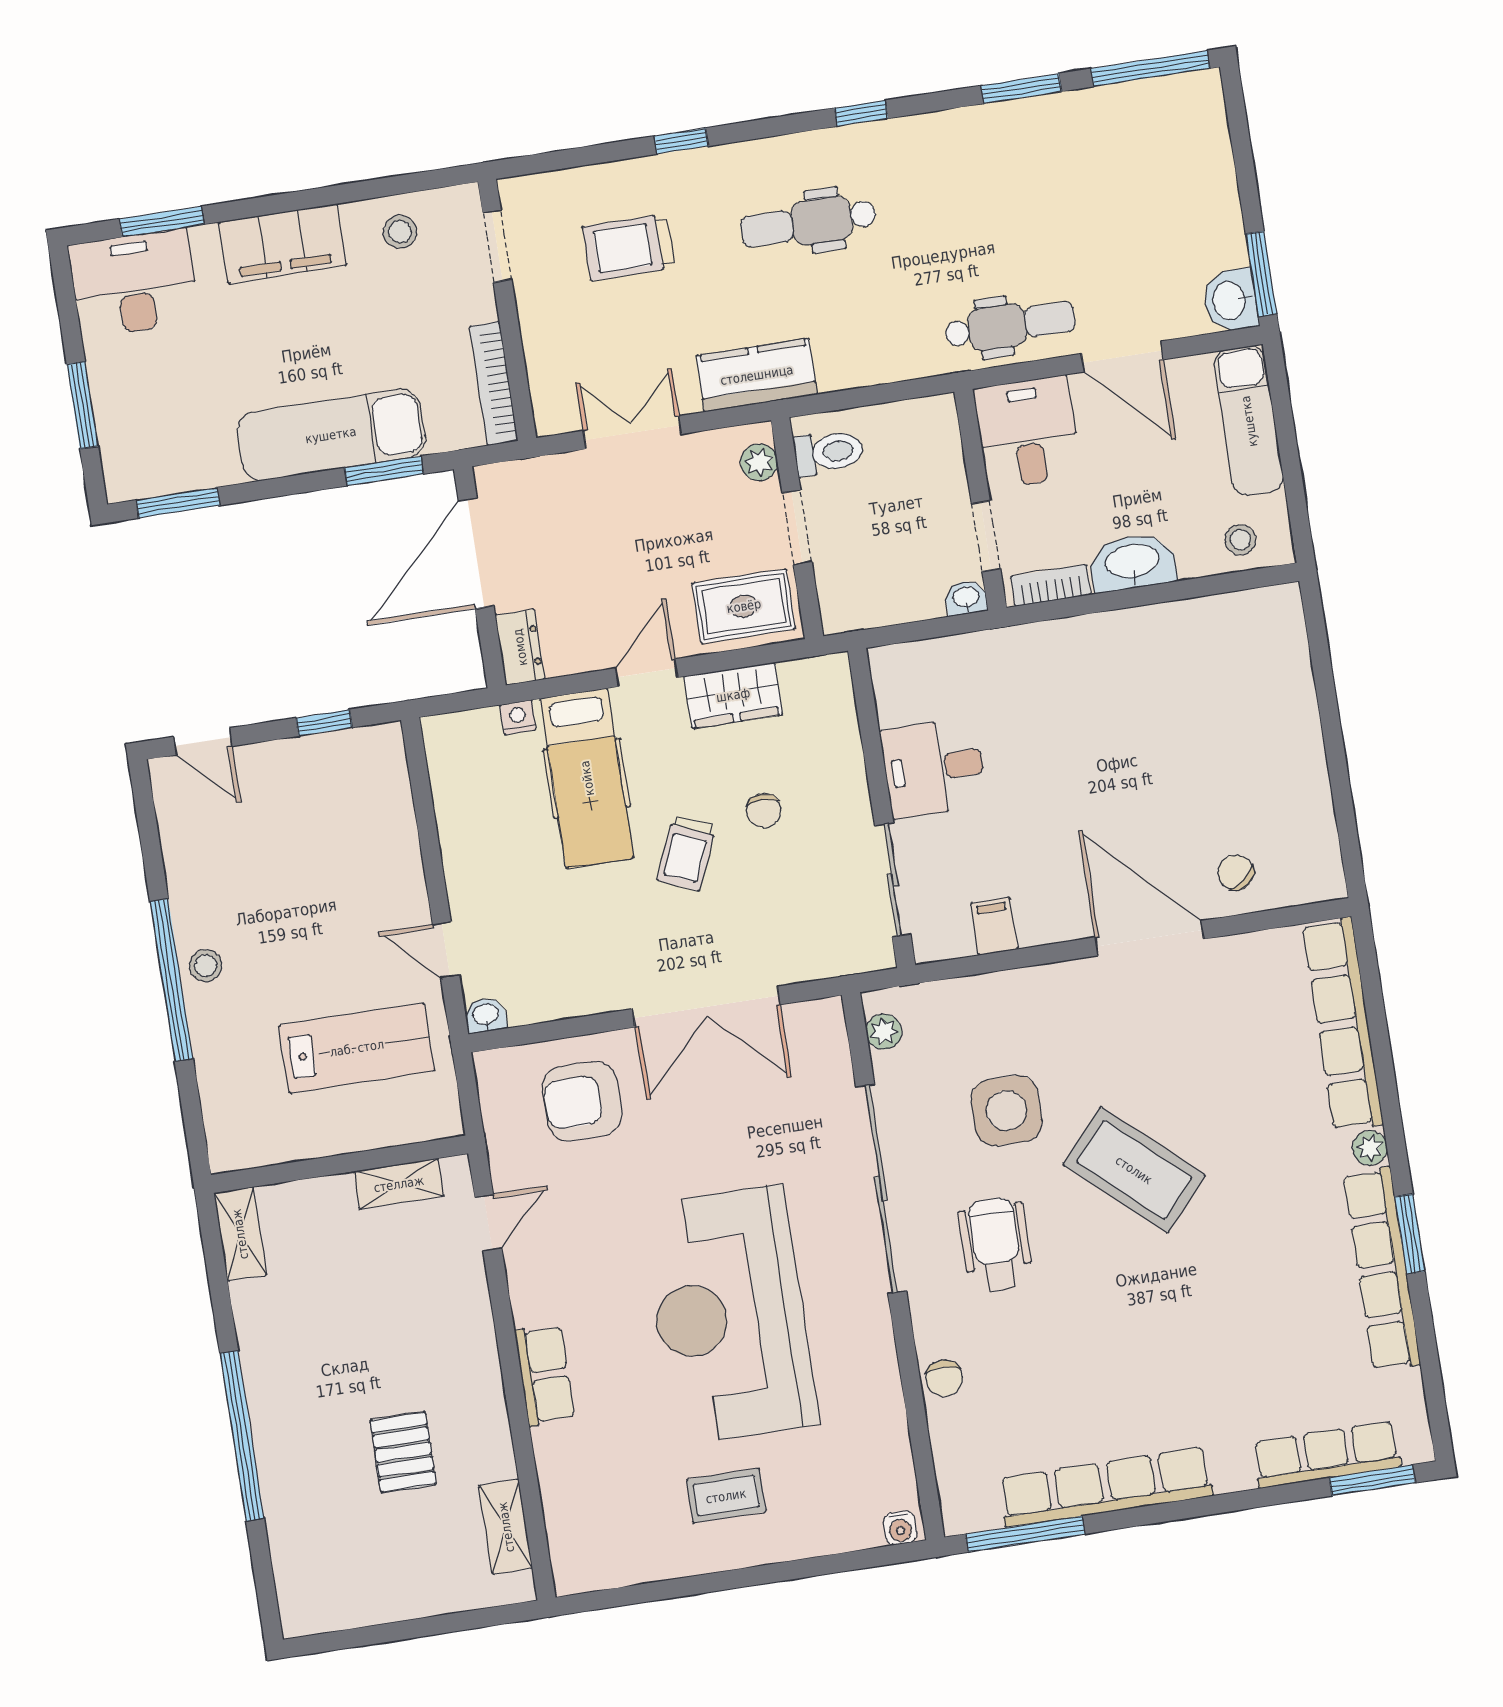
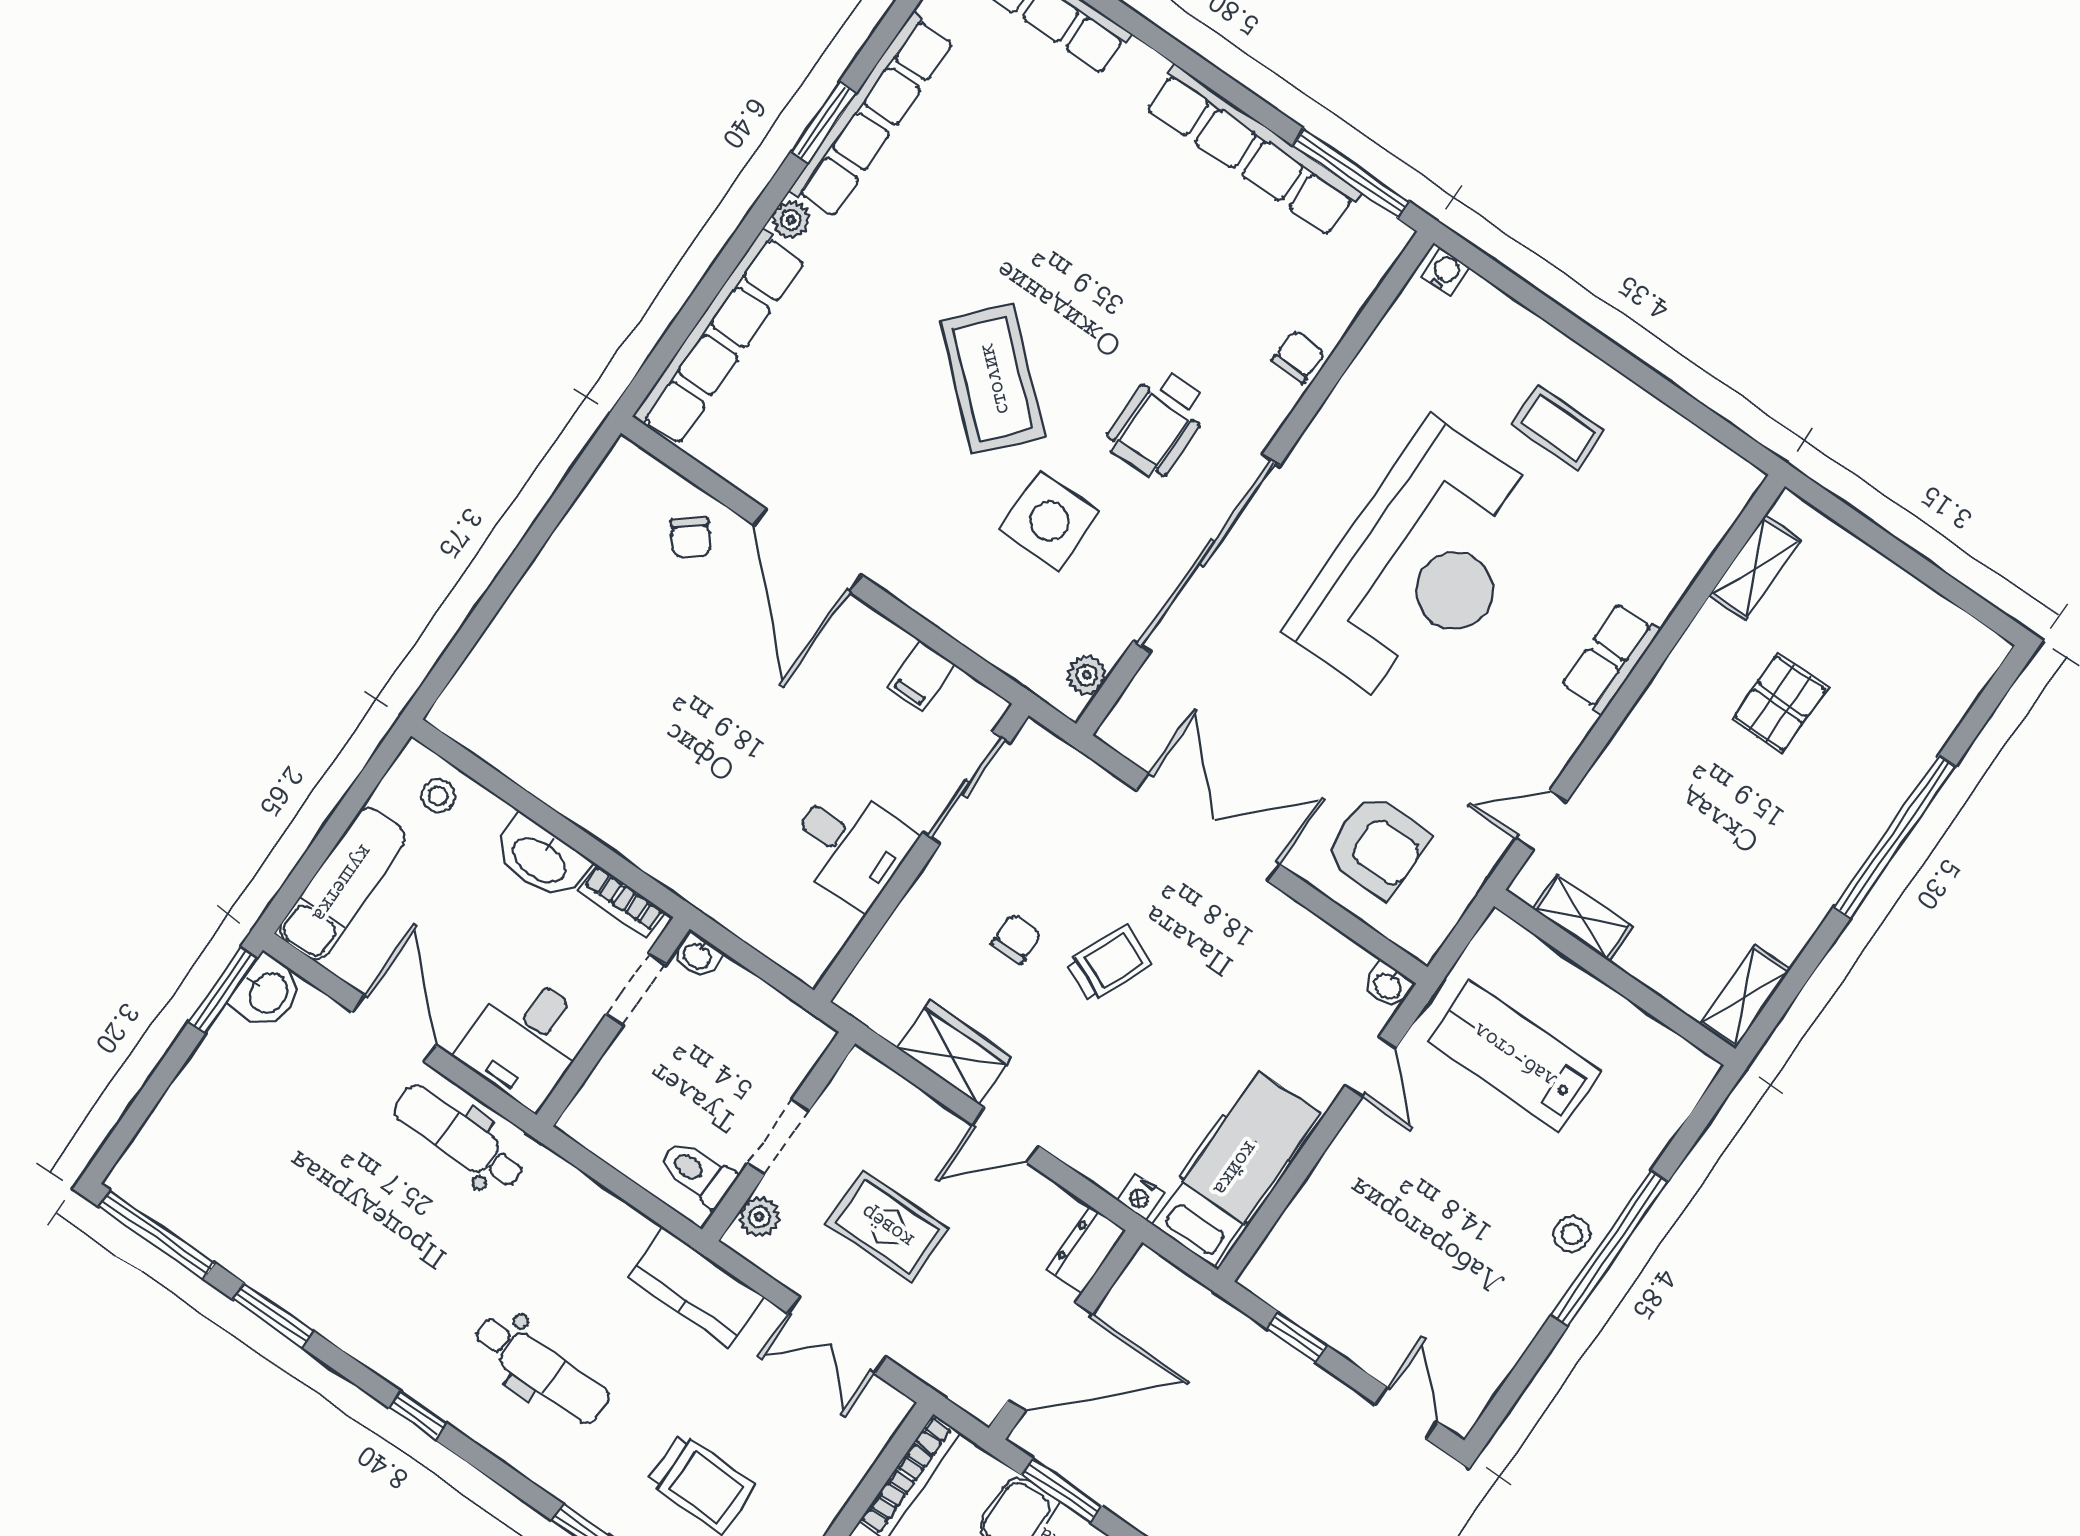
rug: (744, 606) -> (887, 1227), moved
hospital bed: (587, 778) -> (1236, 1169), moved

